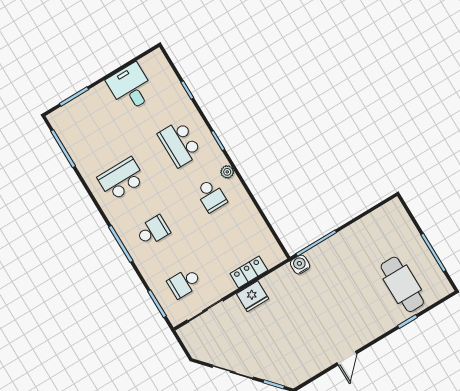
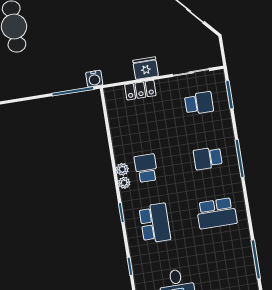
plant: (235, 185) -> (122, 169), added

